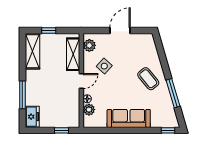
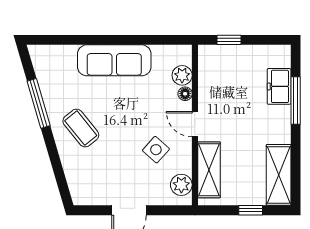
door: (81, 81) -> (195, 124), hinge flipped
freezer: (32, 117) -> (279, 86), moved
window: (168, 130) -> (47, 40), removed

